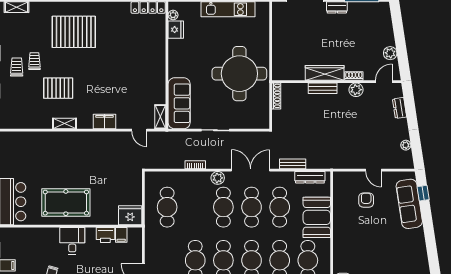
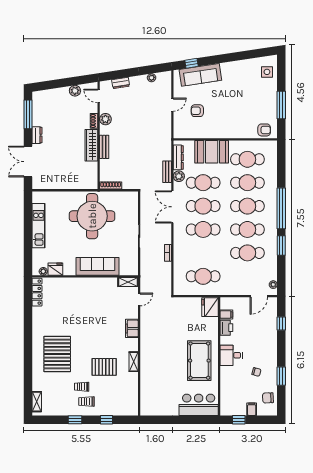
pallet: (58, 88) -> (104, 367), turned 90
sofa: (179, 103) -> (97, 266), moved
plant: (218, 178) -> (179, 176), moved

